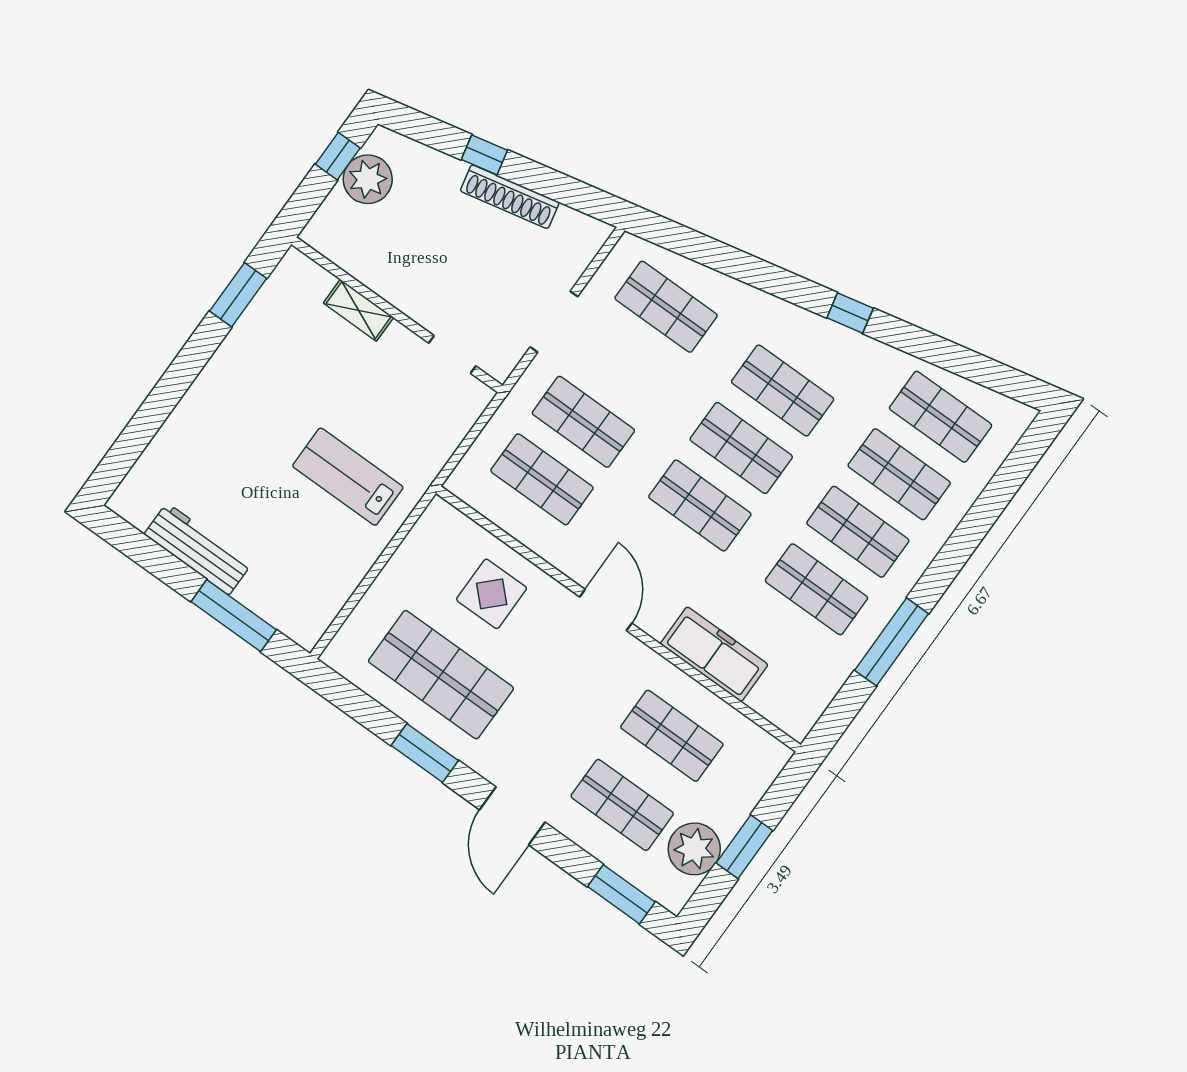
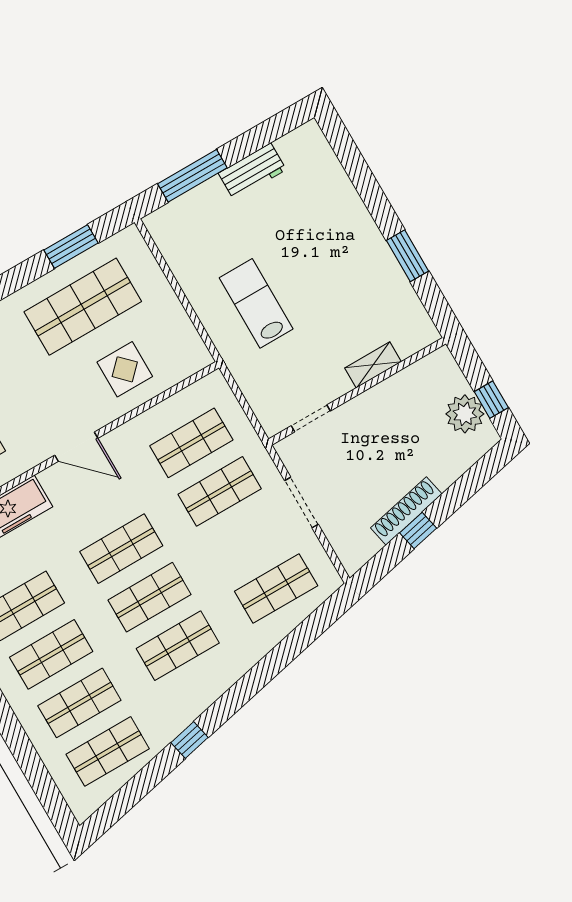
window: (484, 155) -> (418, 531), moved
window: (238, 295) -> (407, 256), moved
window: (850, 313) -> (190, 740), moved
lab bench: (348, 477) -> (256, 303), turned -90
workbench: (198, 549) -> (252, 171), width x0.73
window: (425, 753) -> (71, 246), moved

